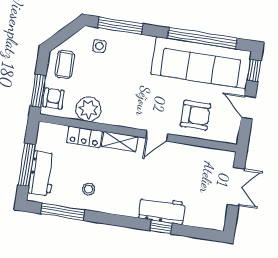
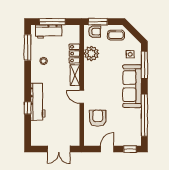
sofa: (201, 63) -> (132, 86), moved, width x0.74, depth x0.79
armchair: (196, 115) -> (98, 118), turned 180
workbench: (162, 210) -> (38, 102), width x1.38

